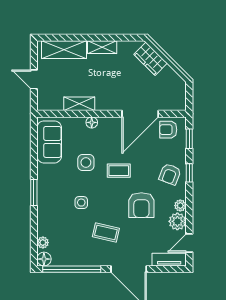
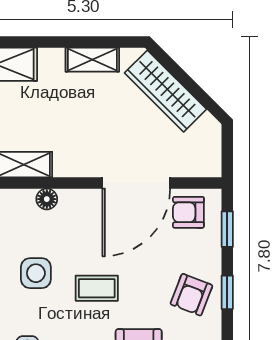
shelving: (102, 47) -> (92, 60), moved
wardrobe: (151, 59) -> (166, 91), width x1.50

